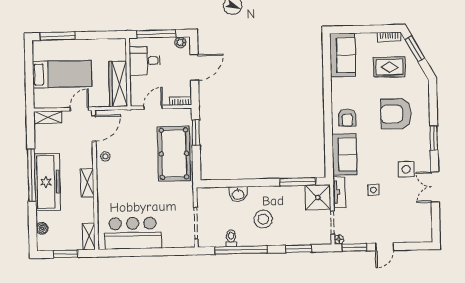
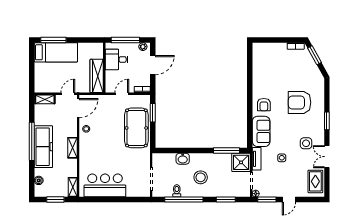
sofa: (343, 55) -> (262, 59), removed
rug: (389, 67) -> (315, 181), moved, turned 90
bed: (62, 74) -> (56, 52), moved

